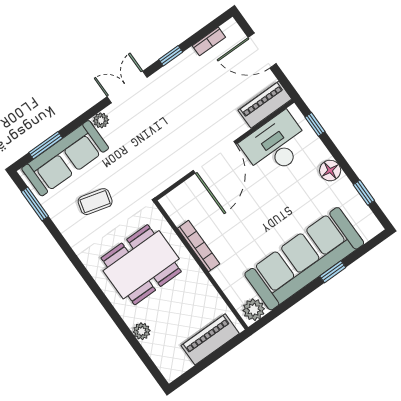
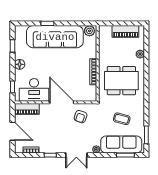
armchair: (166, 156) -> (81, 117), added
door: (214, 157) -> (62, 102), hinge flipped
piano: (210, 339) -> (125, 31), moved

